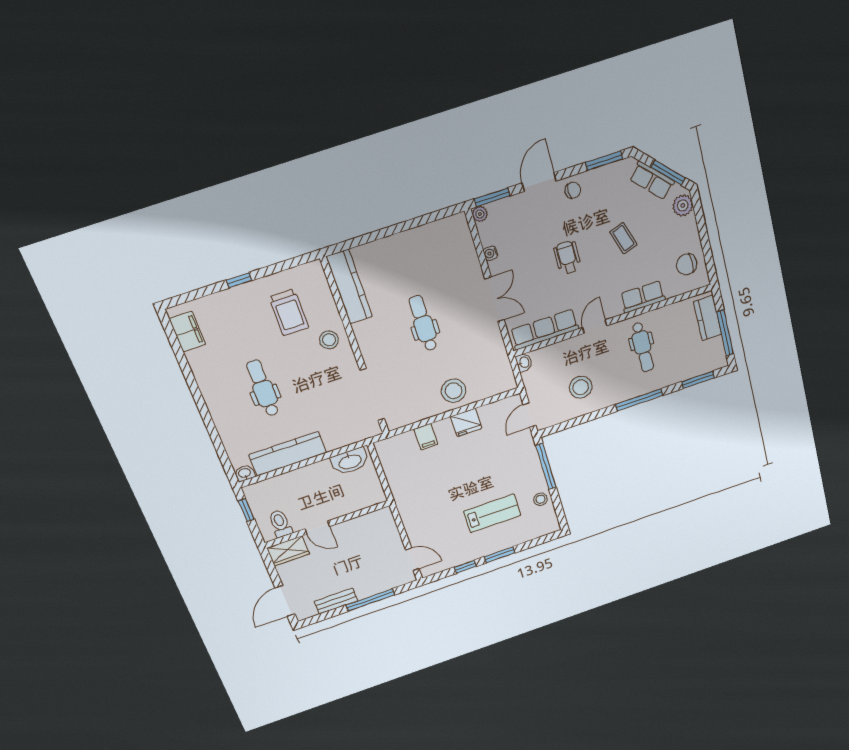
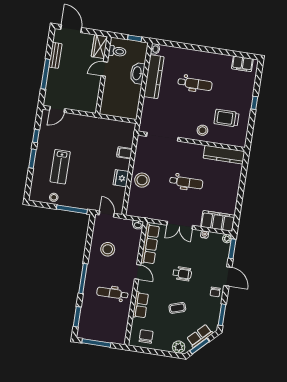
filing cabinet: (459, 243) -> (218, 221), added
kitchen counter: (708, 318) -> (110, 336), removed
washbasin: (350, 461) -> (137, 73), moved

